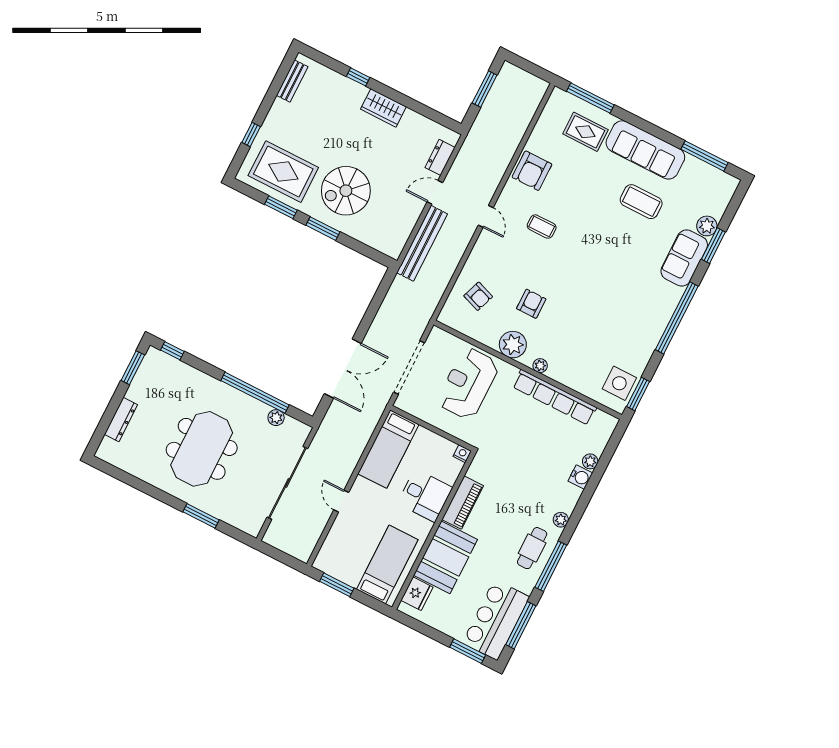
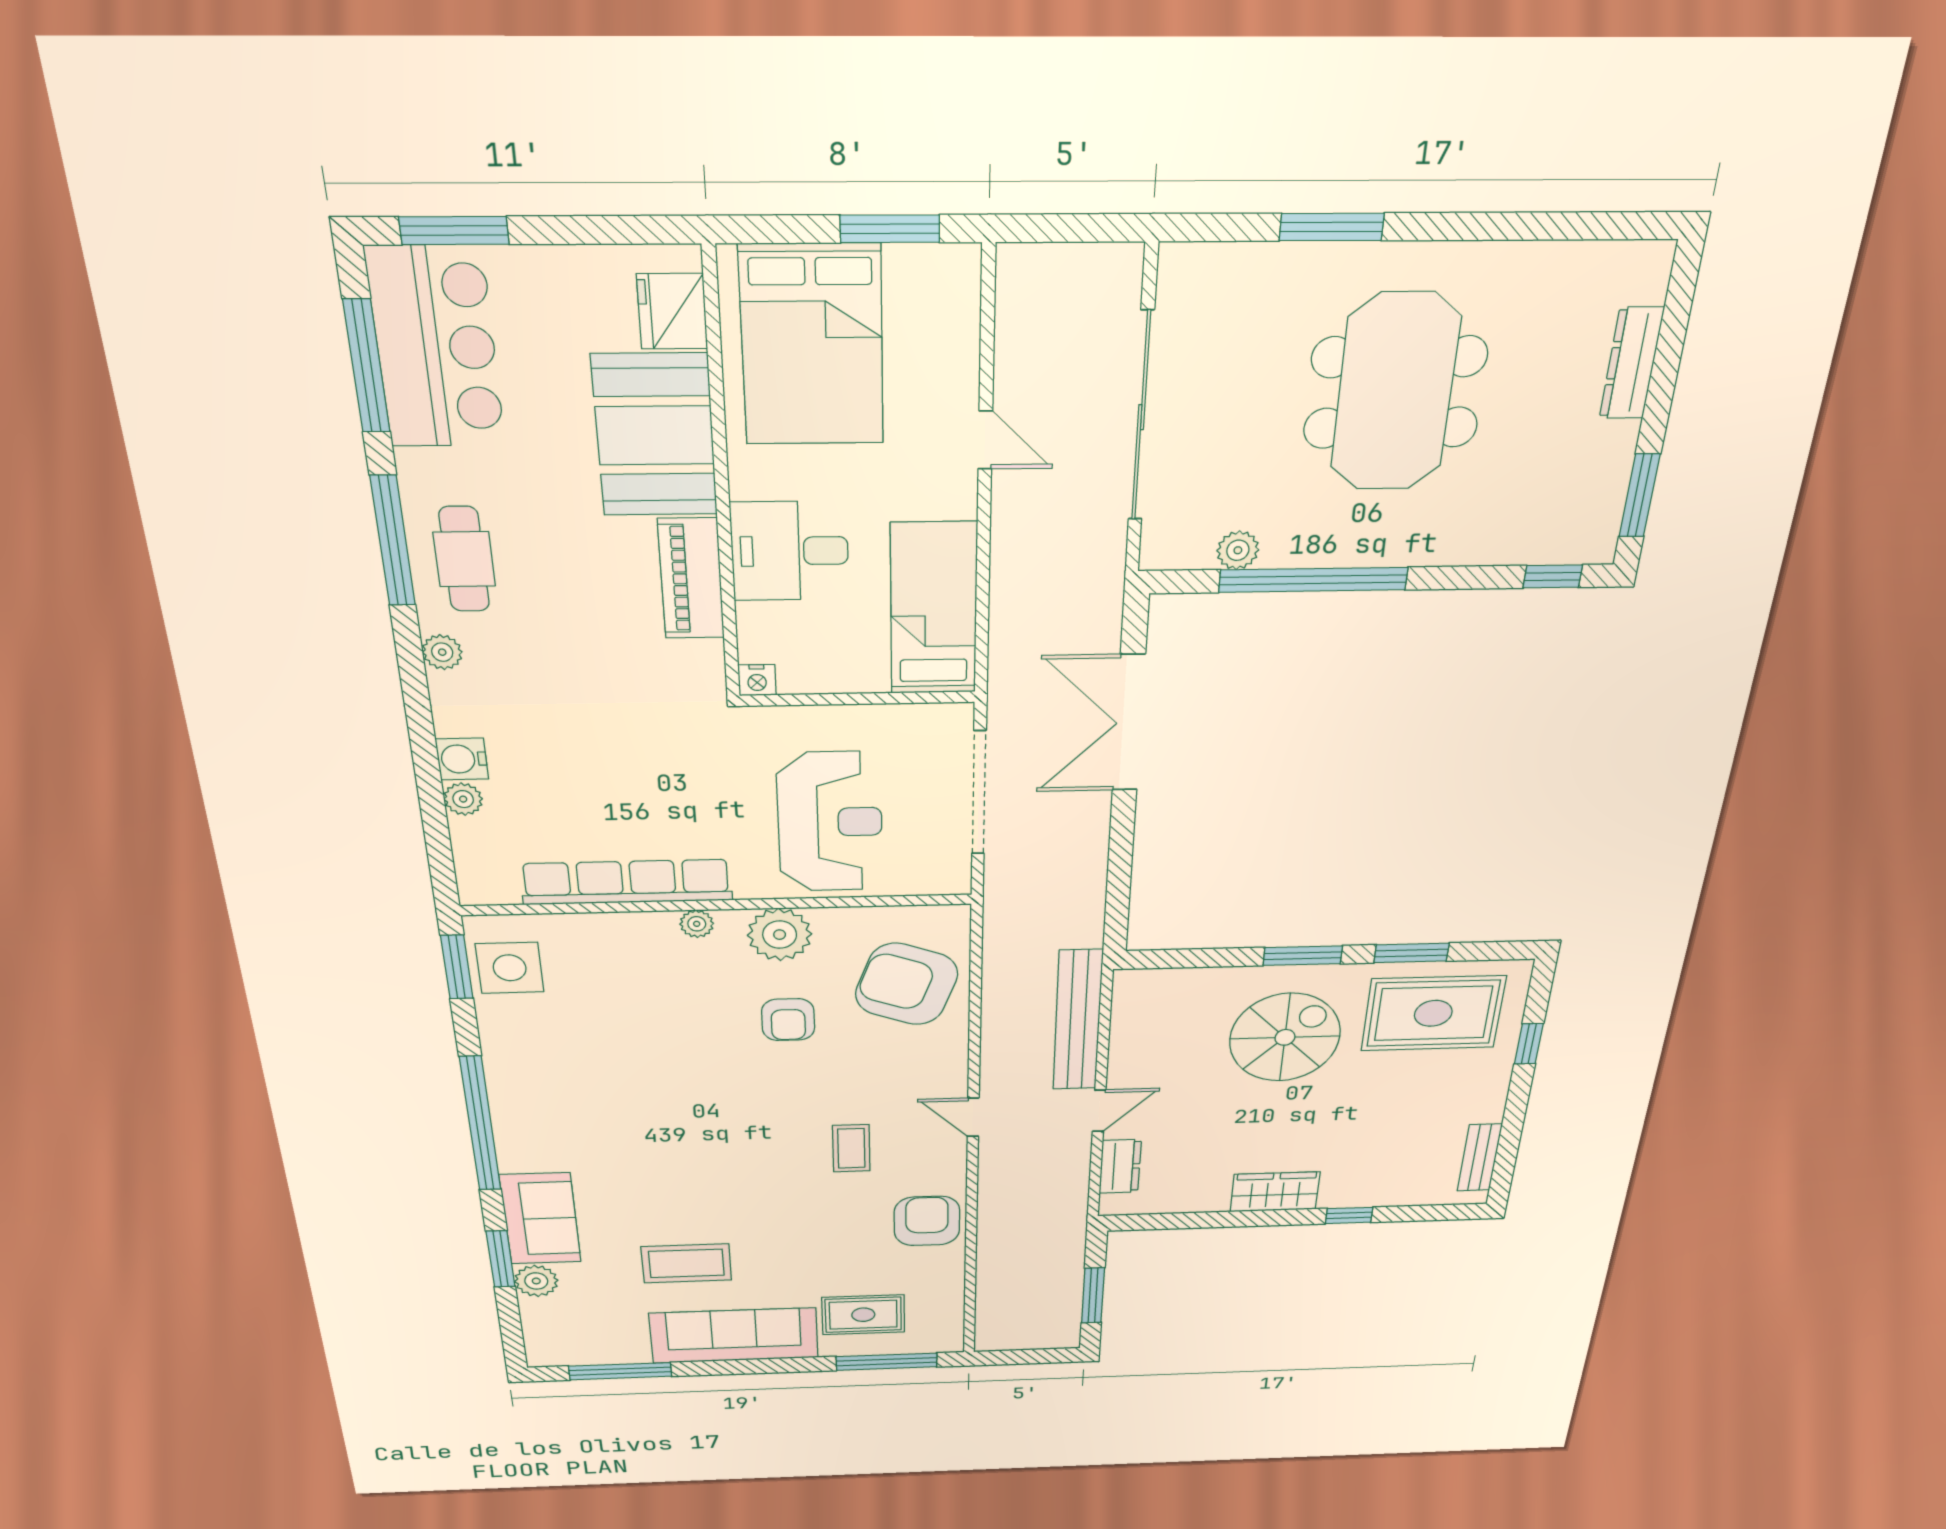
coffee table: (542, 227) -> (851, 1148), turned 90
armchair: (478, 296) -> (907, 984), width x1.88, depth x1.88
bed: (387, 564) -> (812, 346), width x1.50

